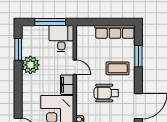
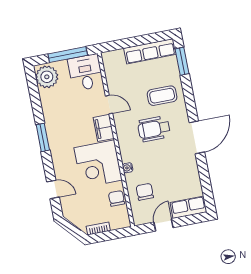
window: (18, 49) -> (43, 137), moved
window: (138, 56) -> (182, 61), moved
plant: (30, 65) -> (47, 77), moved

